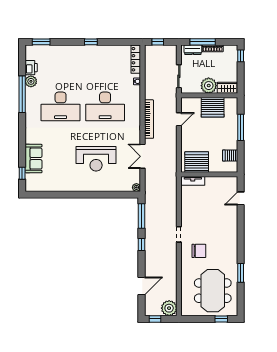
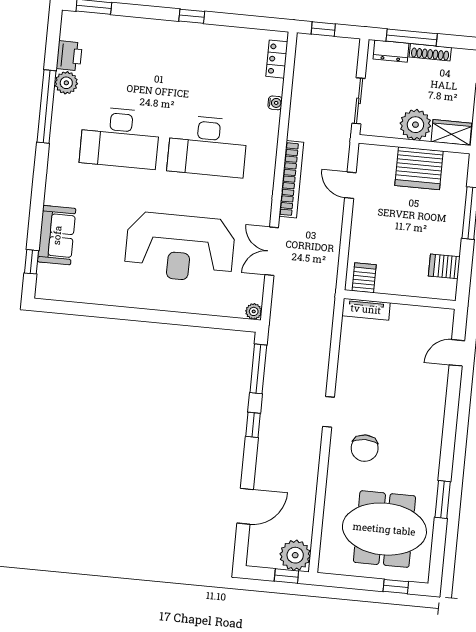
locker: (136, 59) -> (277, 59), width x0.66
door: (179, 119) -> (350, 185), swing flipped
reception desk: (96, 159) -> (180, 247), width x1.36, depth x1.30
server rack: (197, 162) -> (364, 278), width x0.46, depth x0.70
chair: (199, 251) -> (365, 448), turned 90
meeting table: (213, 291) -> (384, 529), turned 90
window: (155, 319) -> (286, 576), moved

